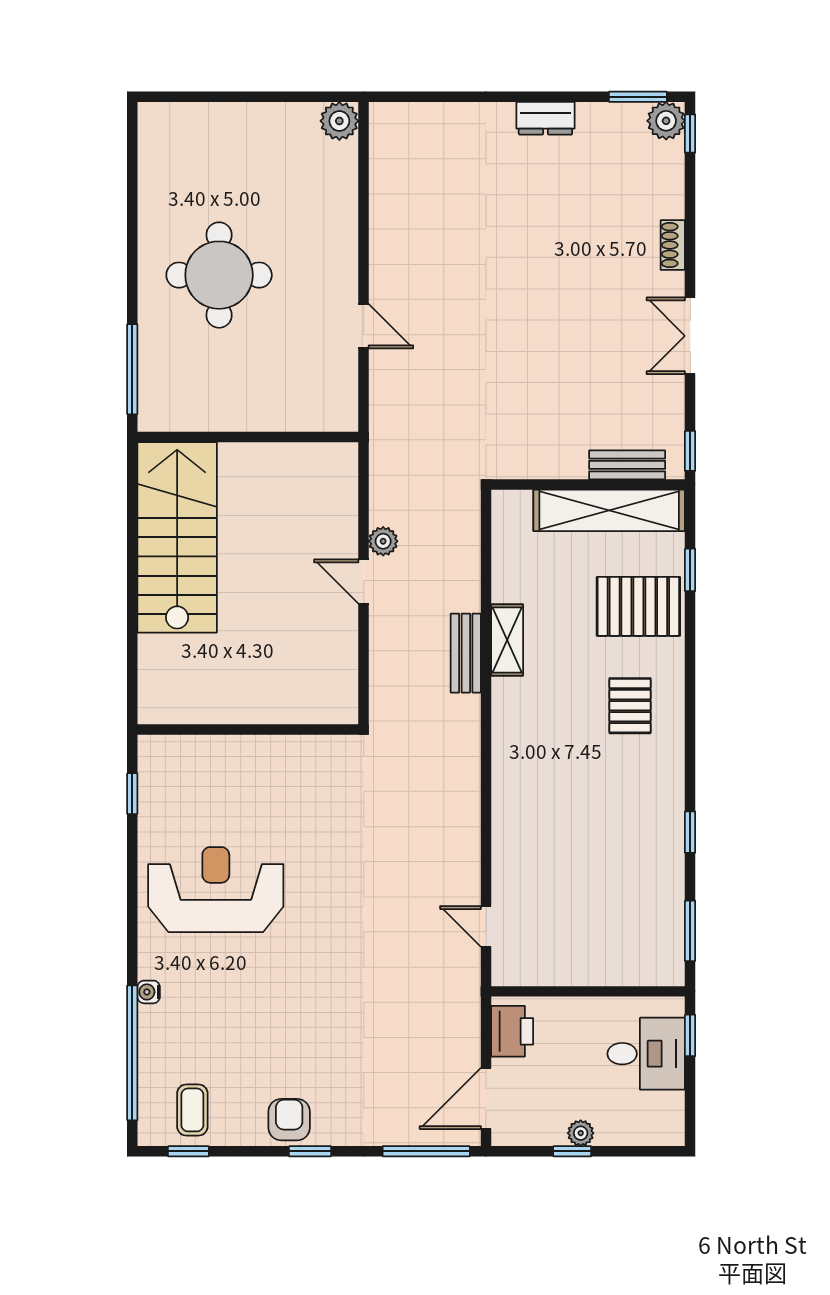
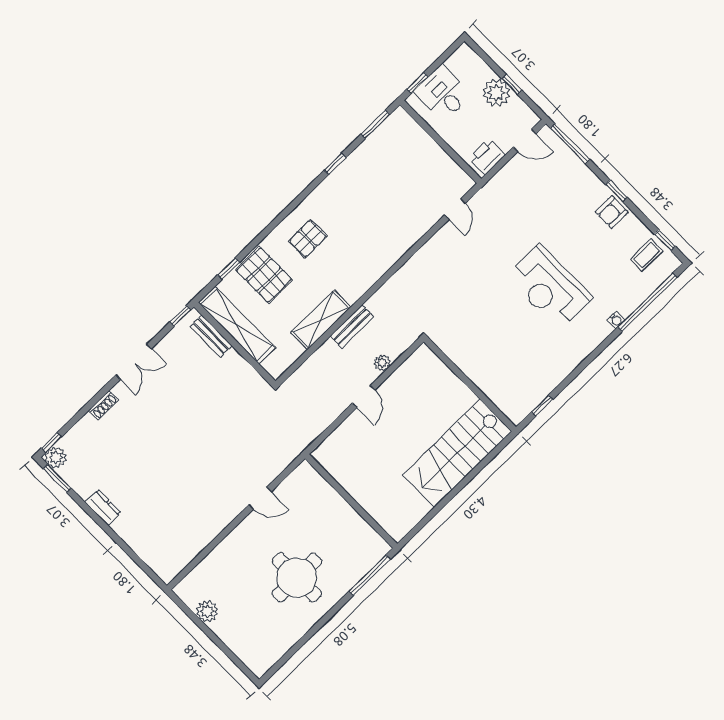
plant: (339, 121) -> (207, 611), moved
door: (364, 326) -> (260, 498), swing flipped
stairs: (177, 537) -> (457, 453), moved
plant: (383, 541) -> (382, 363), moved
shelving: (507, 640) -> (321, 320), width x1.50, depth x1.33
reception desk: (216, 890) -> (549, 287), moved
door: (486, 1099) -> (525, 140), width x0.73
plant: (581, 1133) -> (496, 93), width x1.88, depth x1.88

